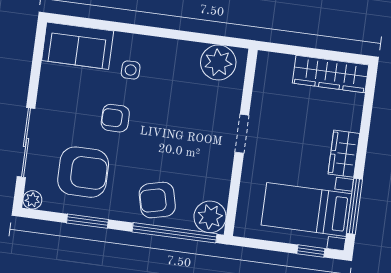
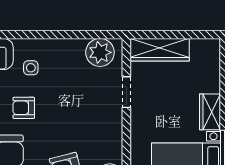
wardrobe: (331, 74) -> (160, 50), moved
doorway: (242, 134) -> (126, 92), moved

